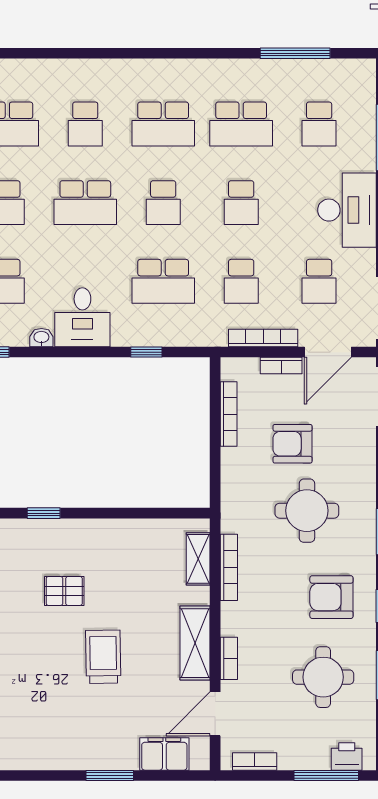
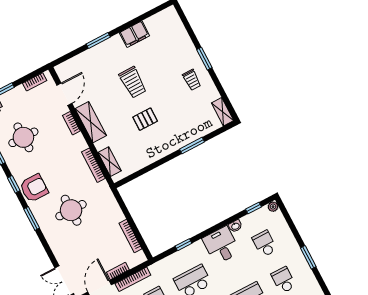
armchair: (293, 444) -> (94, 238), removed
window: (44, 513) -> (192, 146), width x1.50
pallet: (64, 591) -> (145, 119), moved
armchair: (331, 597) -> (34, 188), moved
trolley: (103, 657) -> (133, 82), moved
filing cabinet: (164, 754) -> (134, 34), moved

